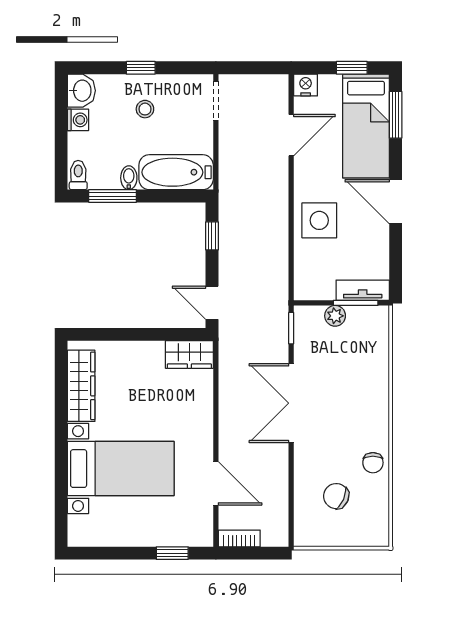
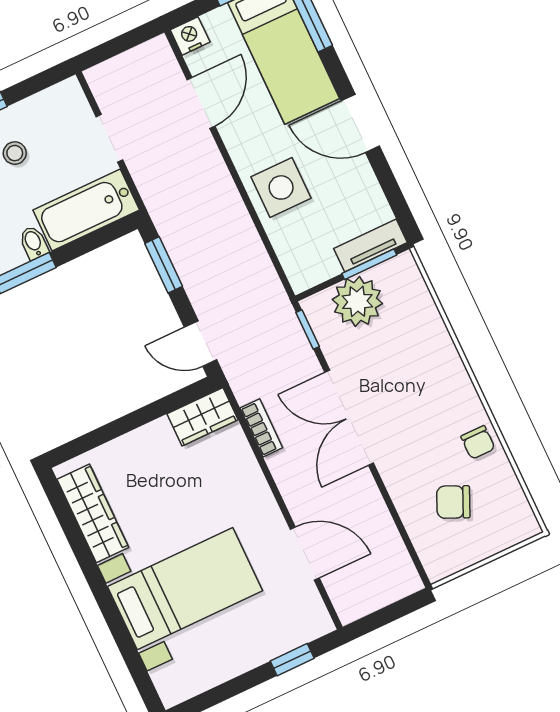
doorway: (216, 101) -> (109, 138), moved
window: (212, 236) -> (164, 265), width x1.50
plant: (335, 316) -> (357, 301), width x1.87, depth x1.87
bookcase: (239, 538) -> (261, 428), moved, turned 90

